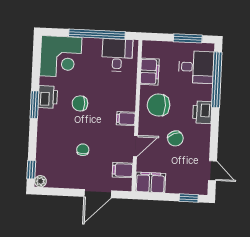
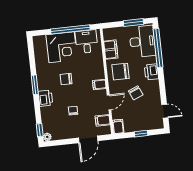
corner desk: (61, 57) -> (62, 47), moved
desk: (196, 67) -> (142, 41), width x1.37
printer: (48, 97) -> (45, 98), moved
filing cabinet: (150, 182) -> (118, 126), width x0.50
window: (189, 198) -> (141, 134), moved

